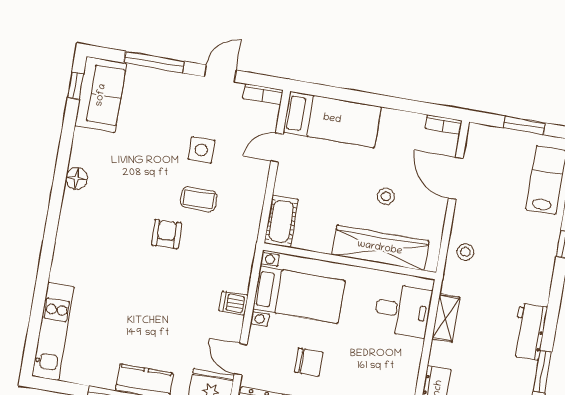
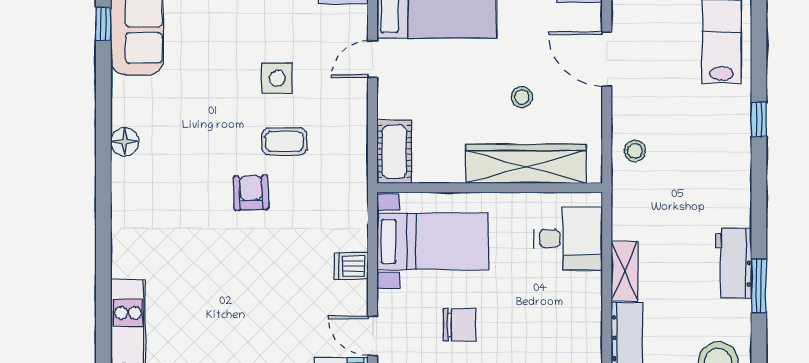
shelving: (446, 318) -> (624, 271), moved
workbench: (529, 332) -> (734, 263), moved

